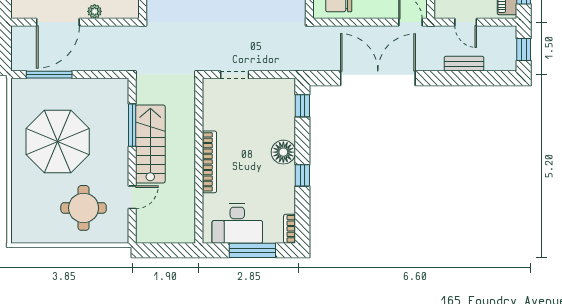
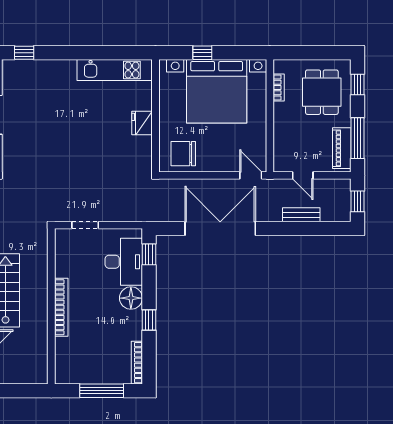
desk: (237, 224) -> (124, 262), moved, turned -90
bookcase: (290, 229) -> (137, 363), width x1.56

